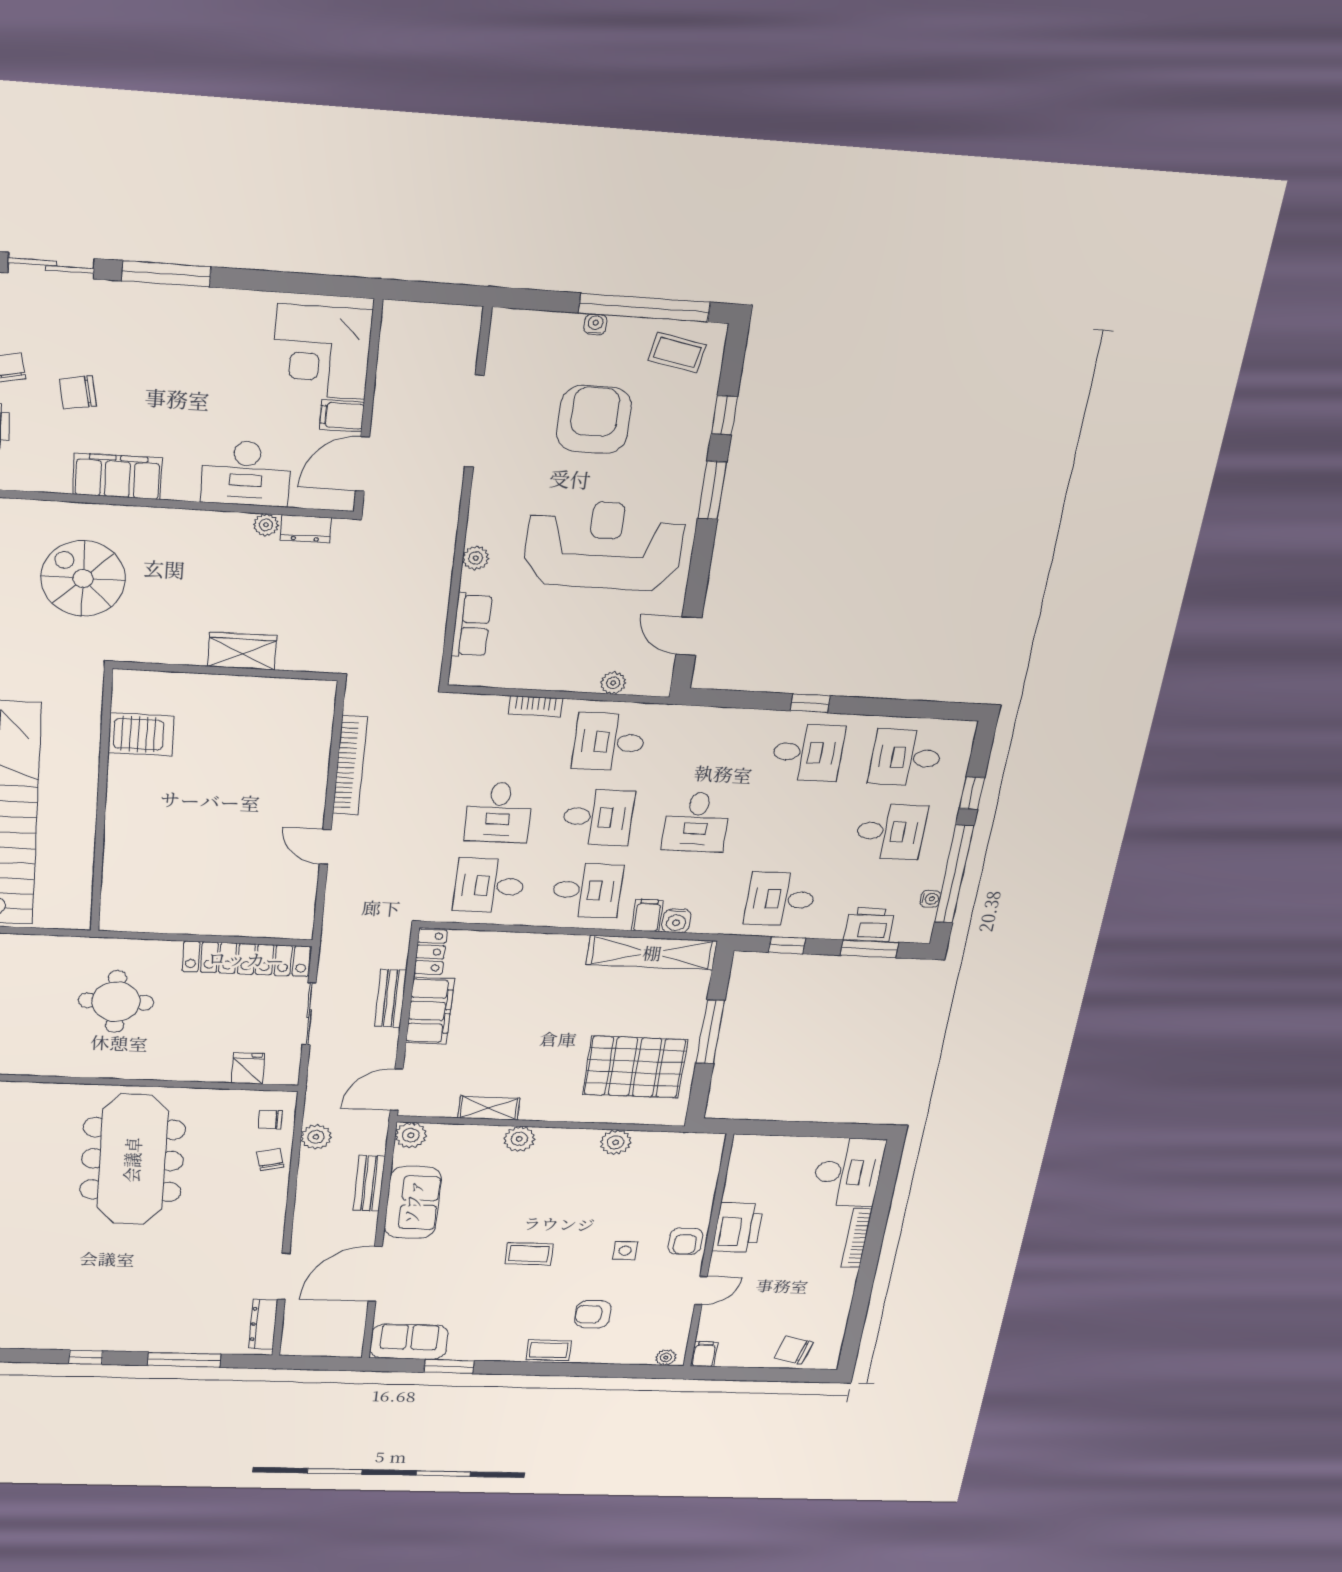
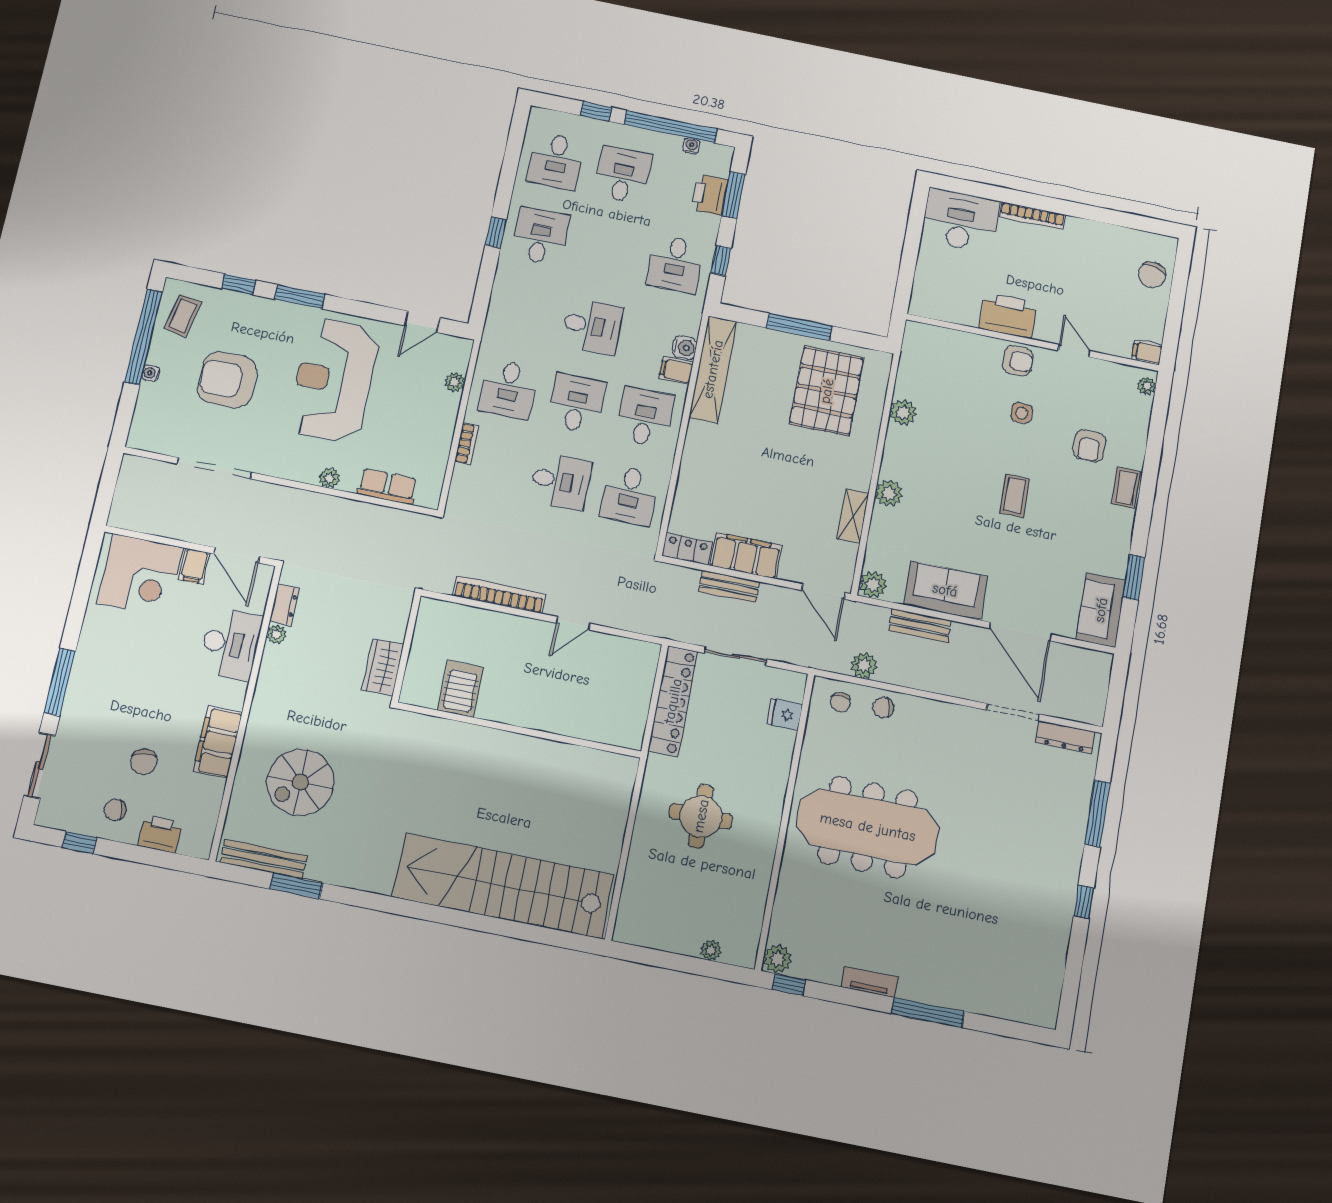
server rack: (141, 734) -> (461, 689), moved
wall: (101, 803) -> (519, 730), moved

